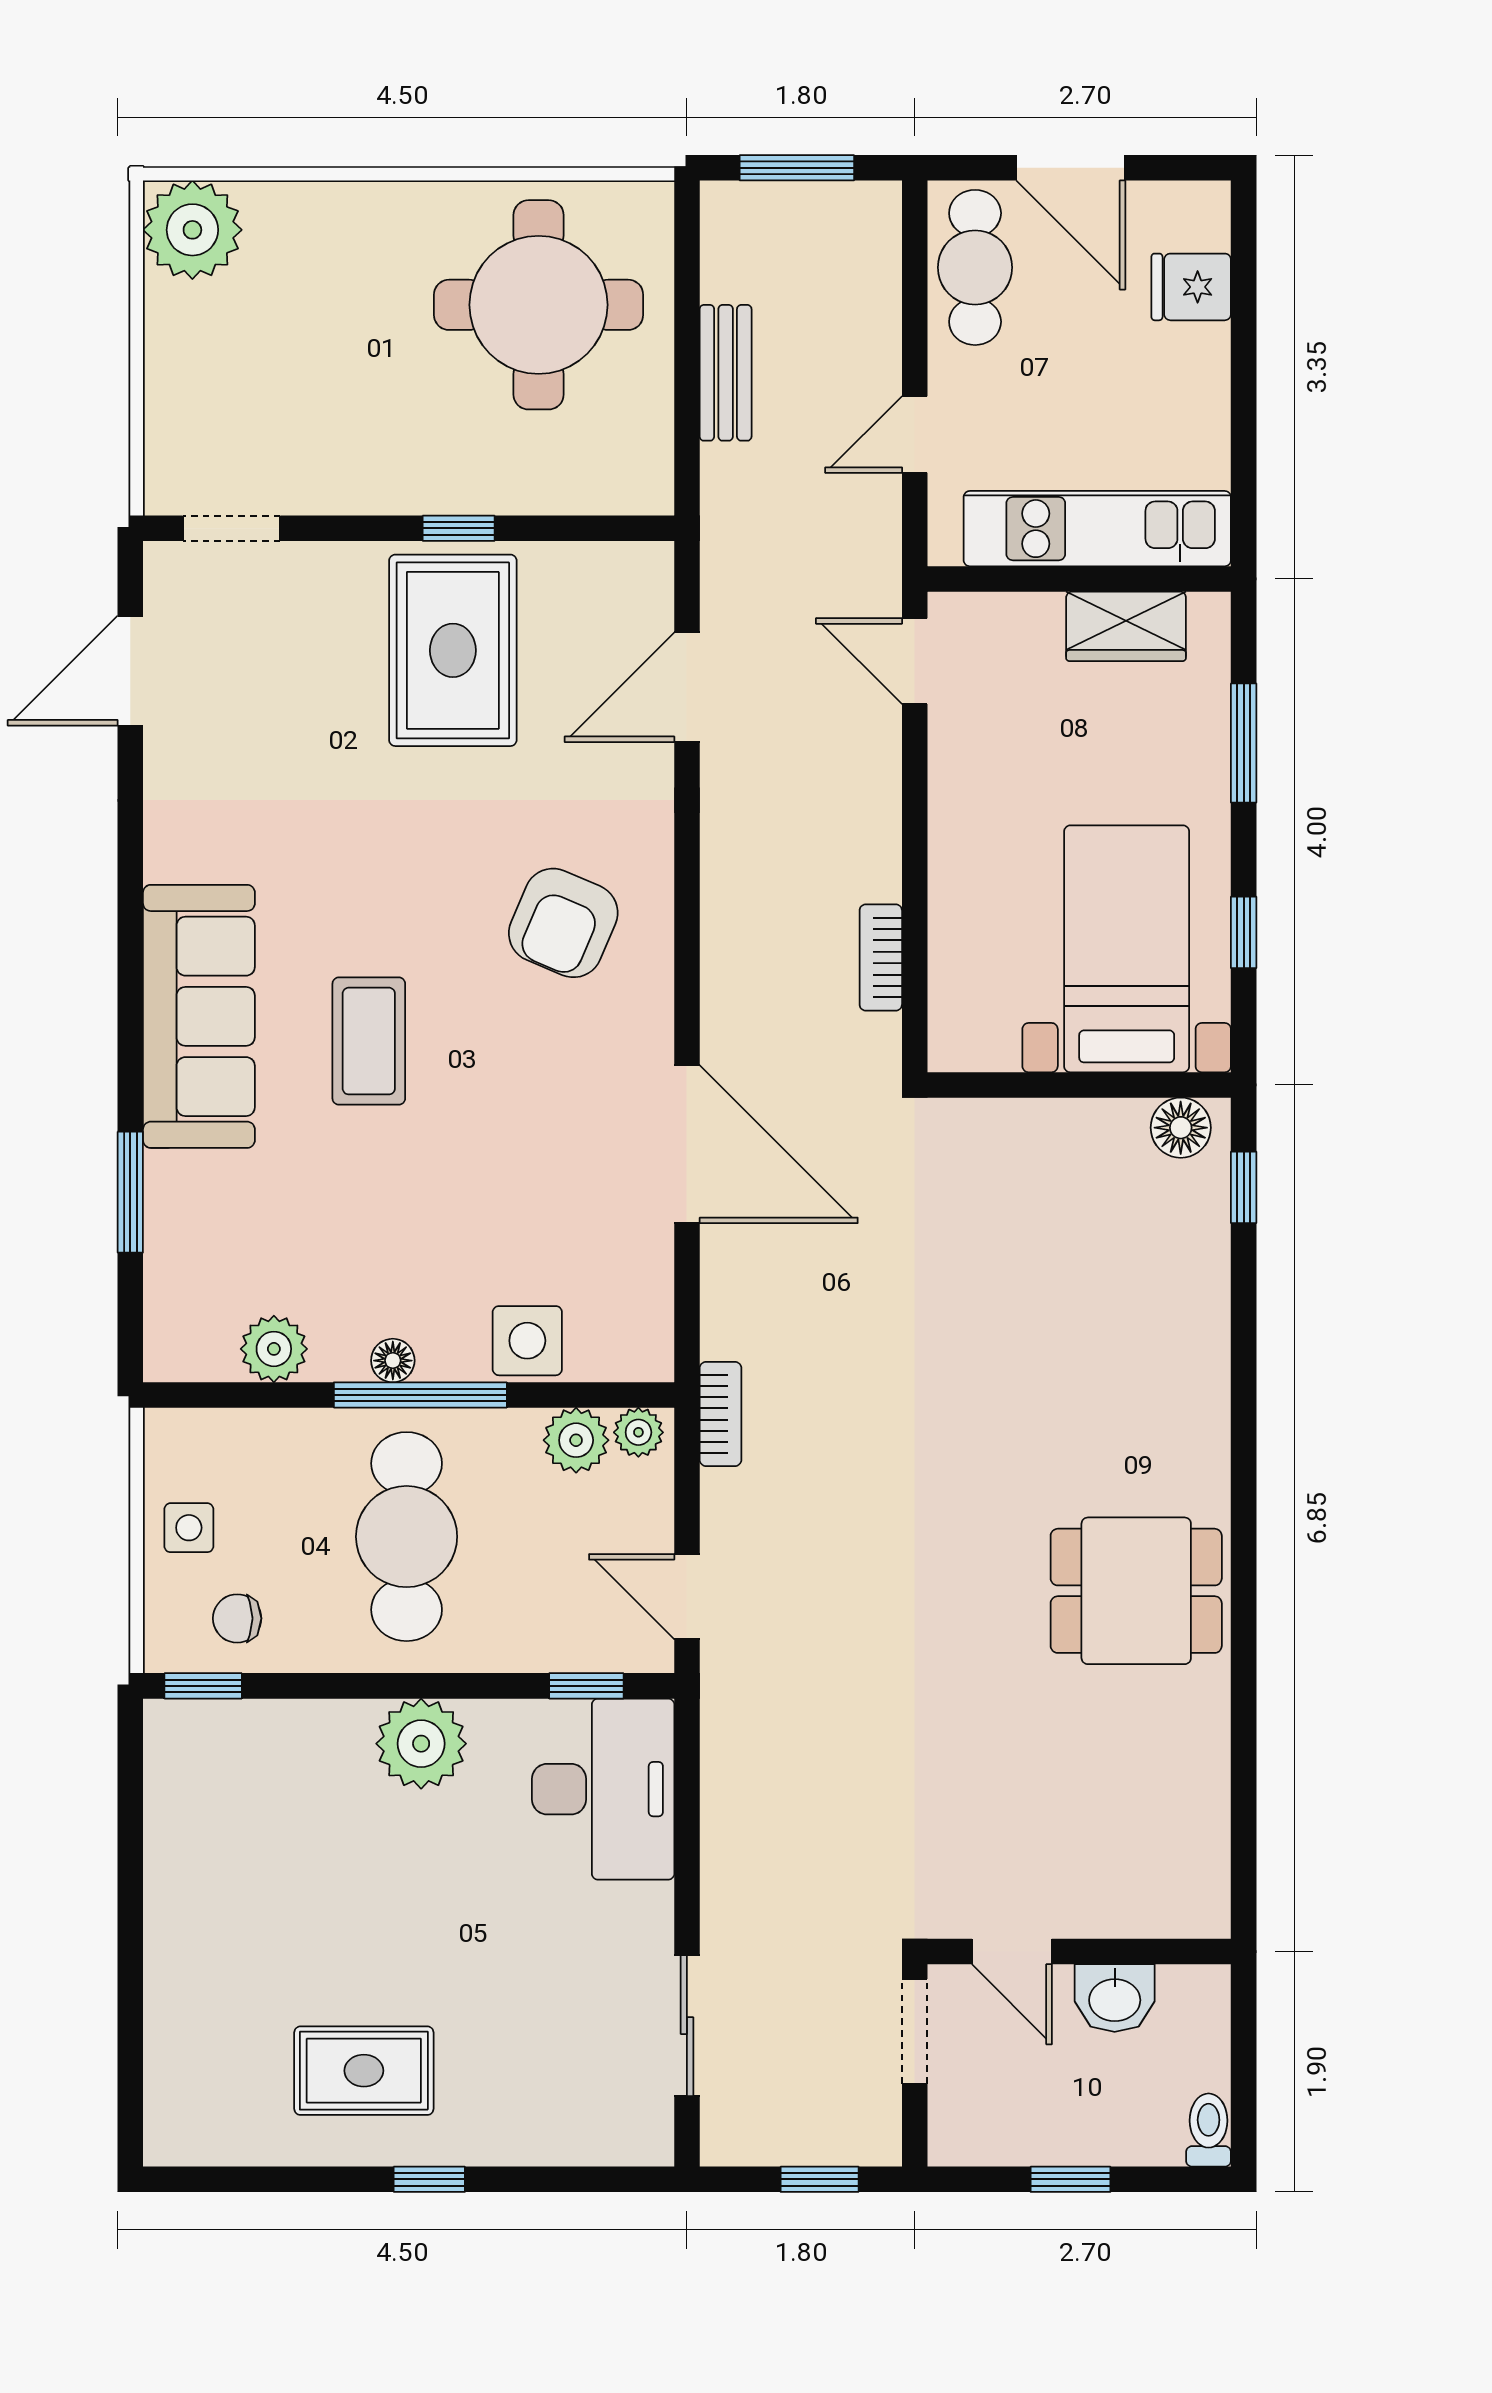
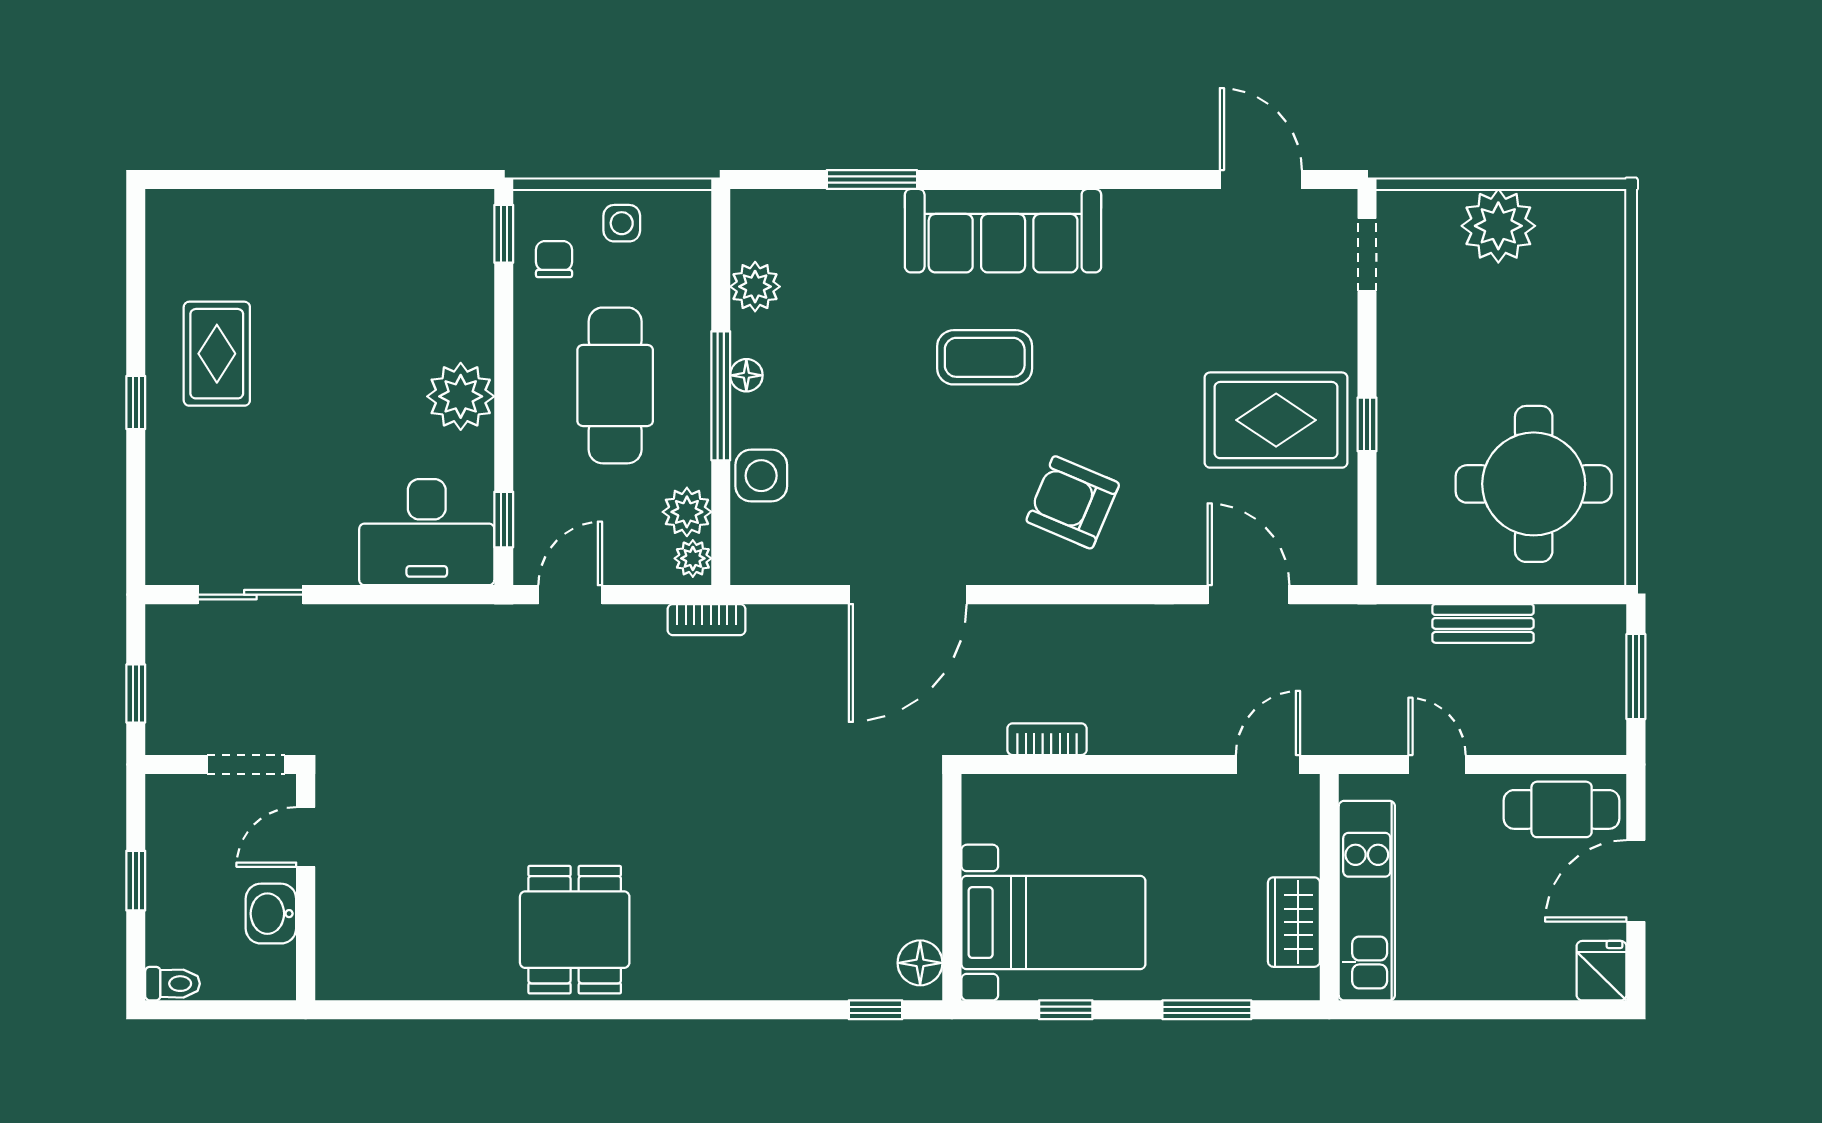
plant: (192, 230) -> (1498, 226), moved
fridge: (1191, 287) -> (1602, 971), moved
cafe table: (407, 1537) -> (615, 385), turned 90

